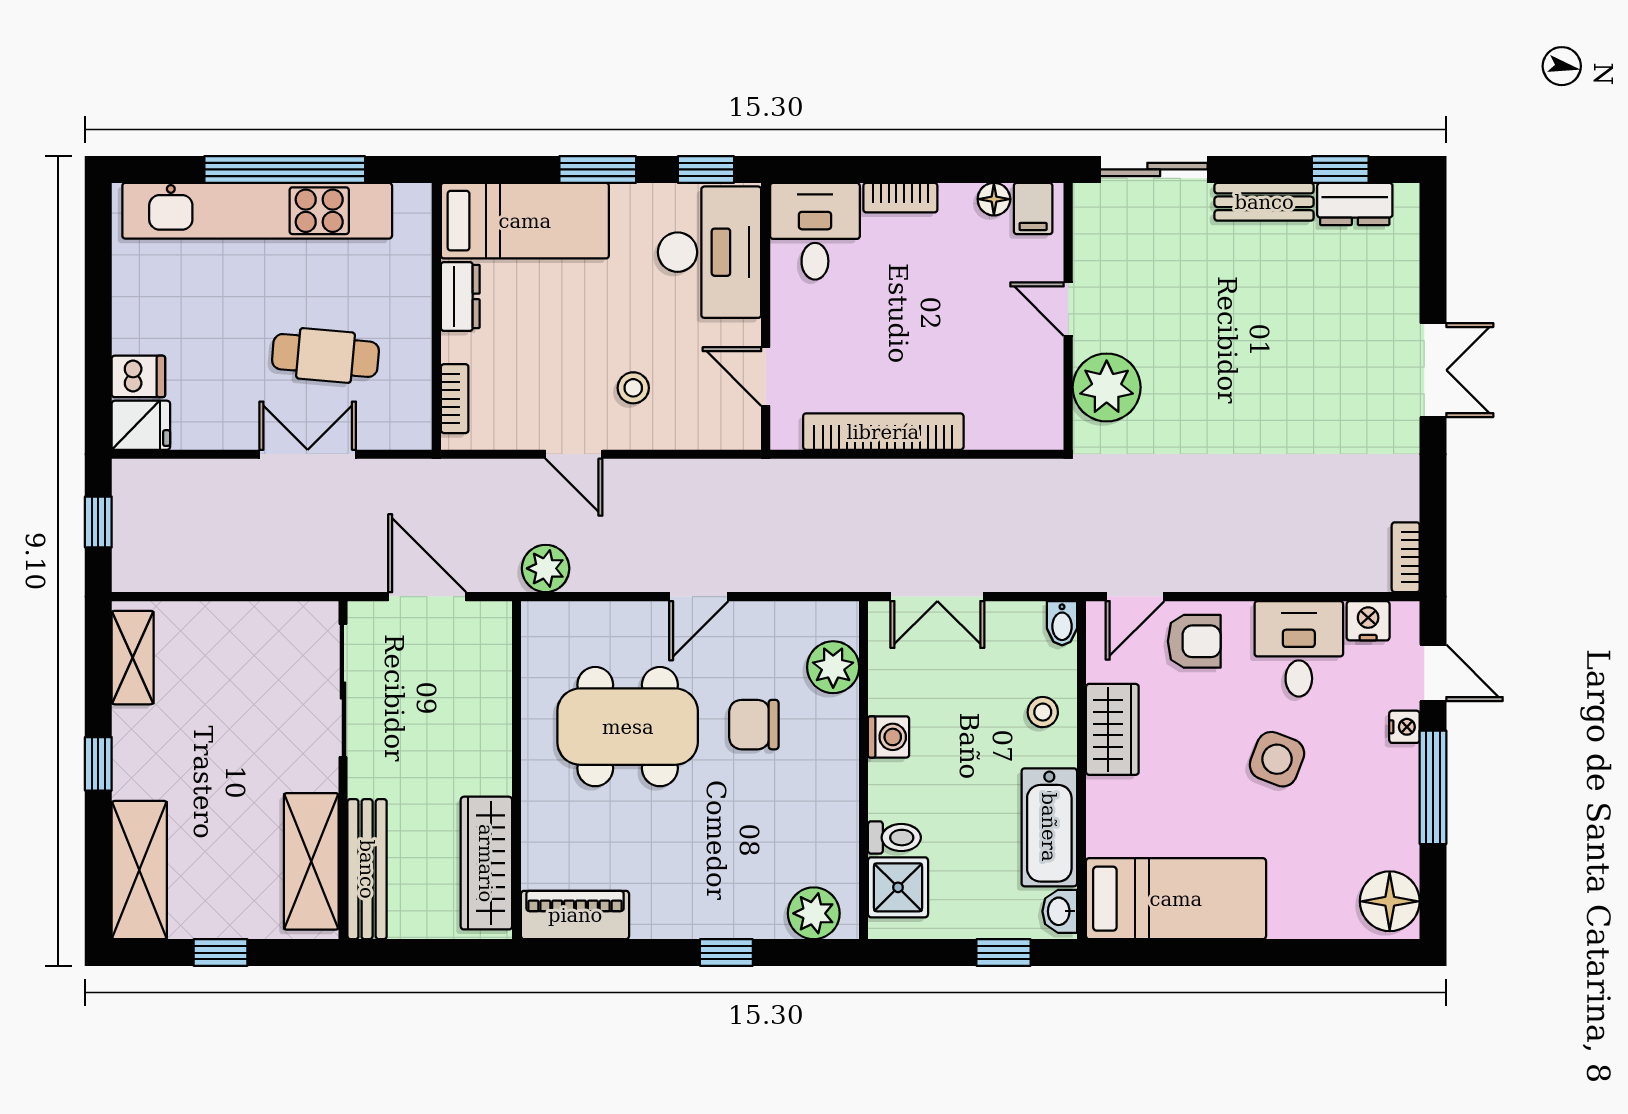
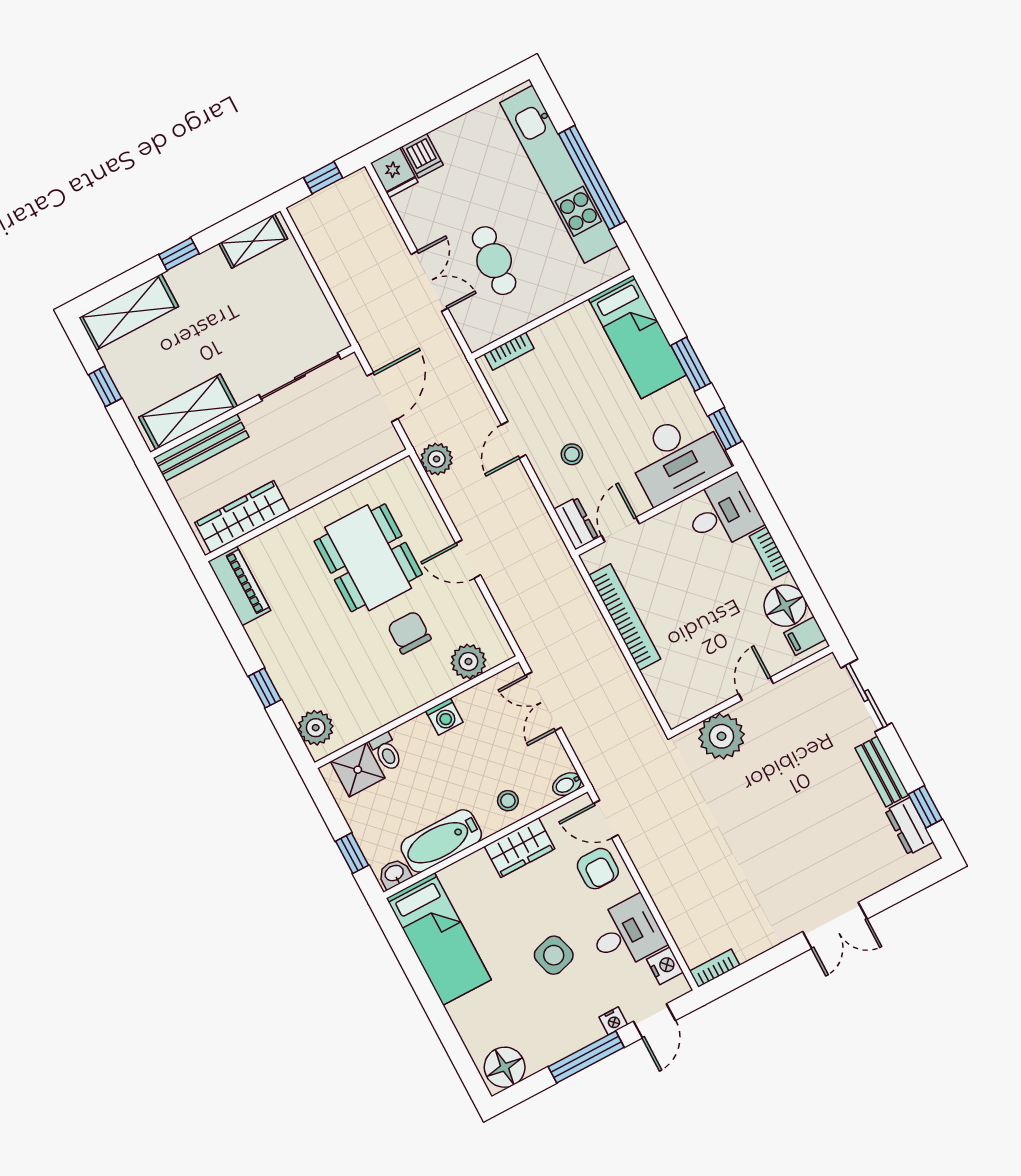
floor lamp: (994, 199) -> (785, 606), width x1.89, depth x1.89
dresser: (460, 296) -> (576, 523), moved, turned -90
side table: (1277, 759) -> (554, 955), turned -37

